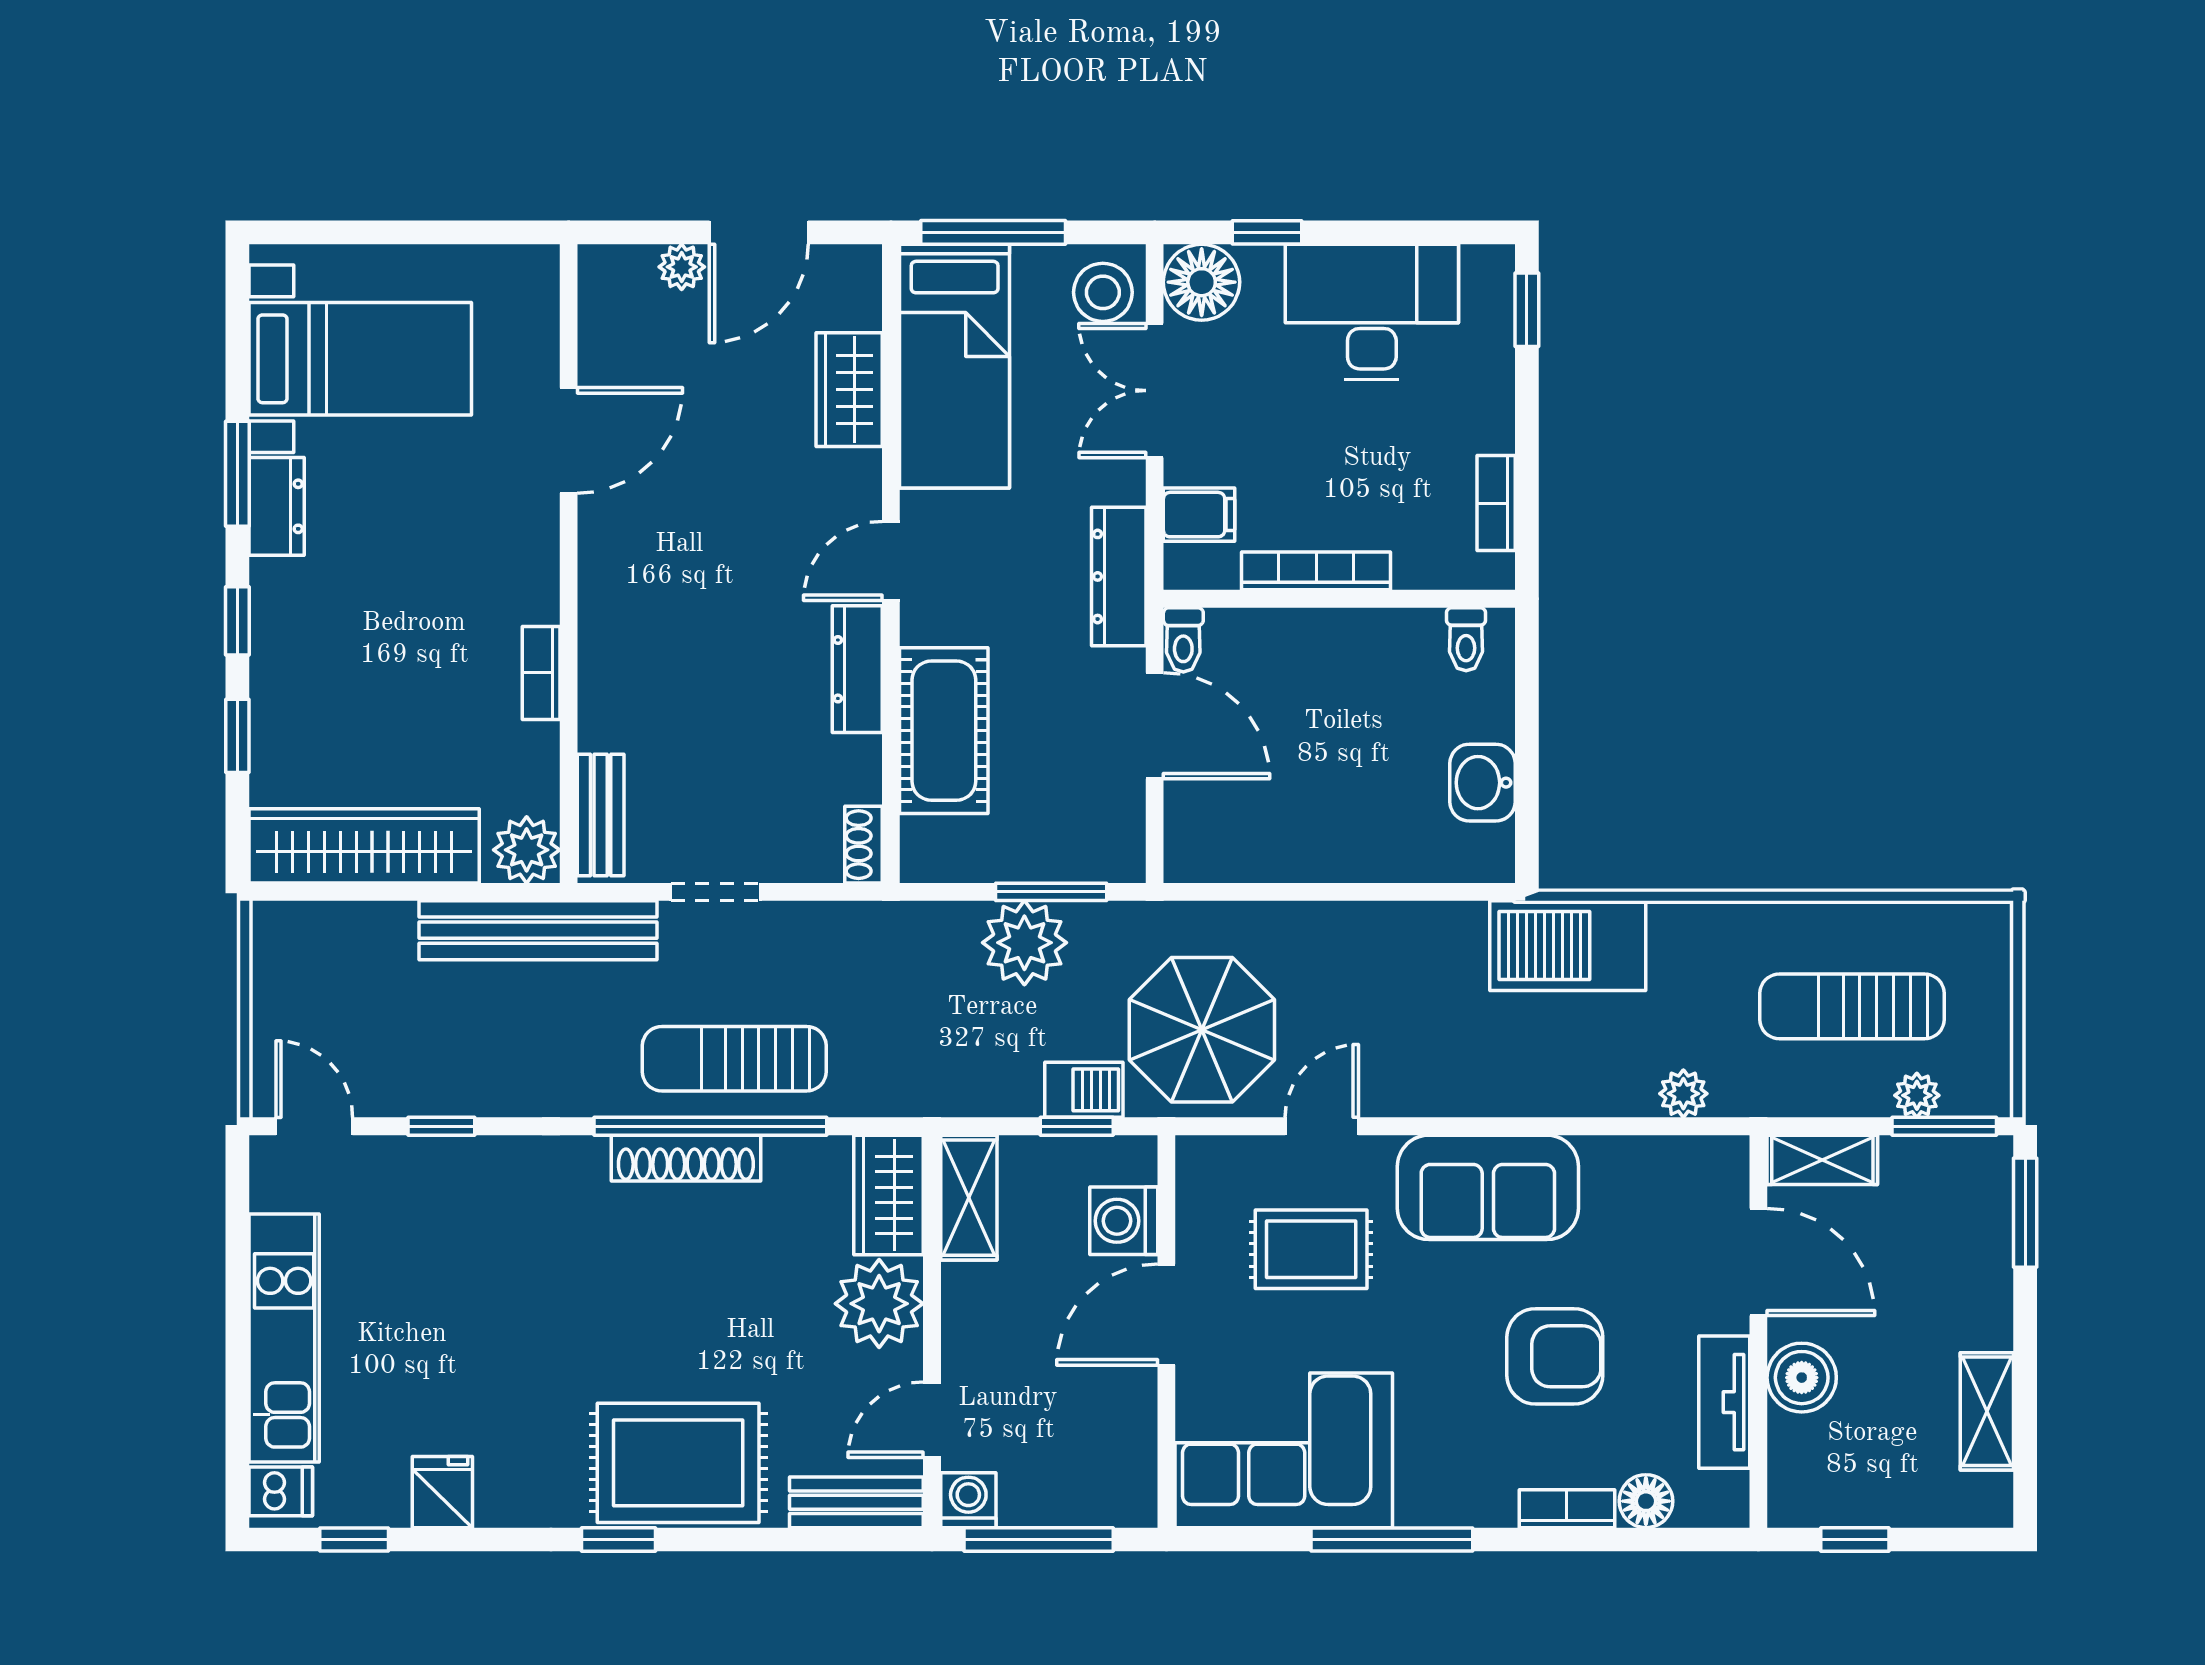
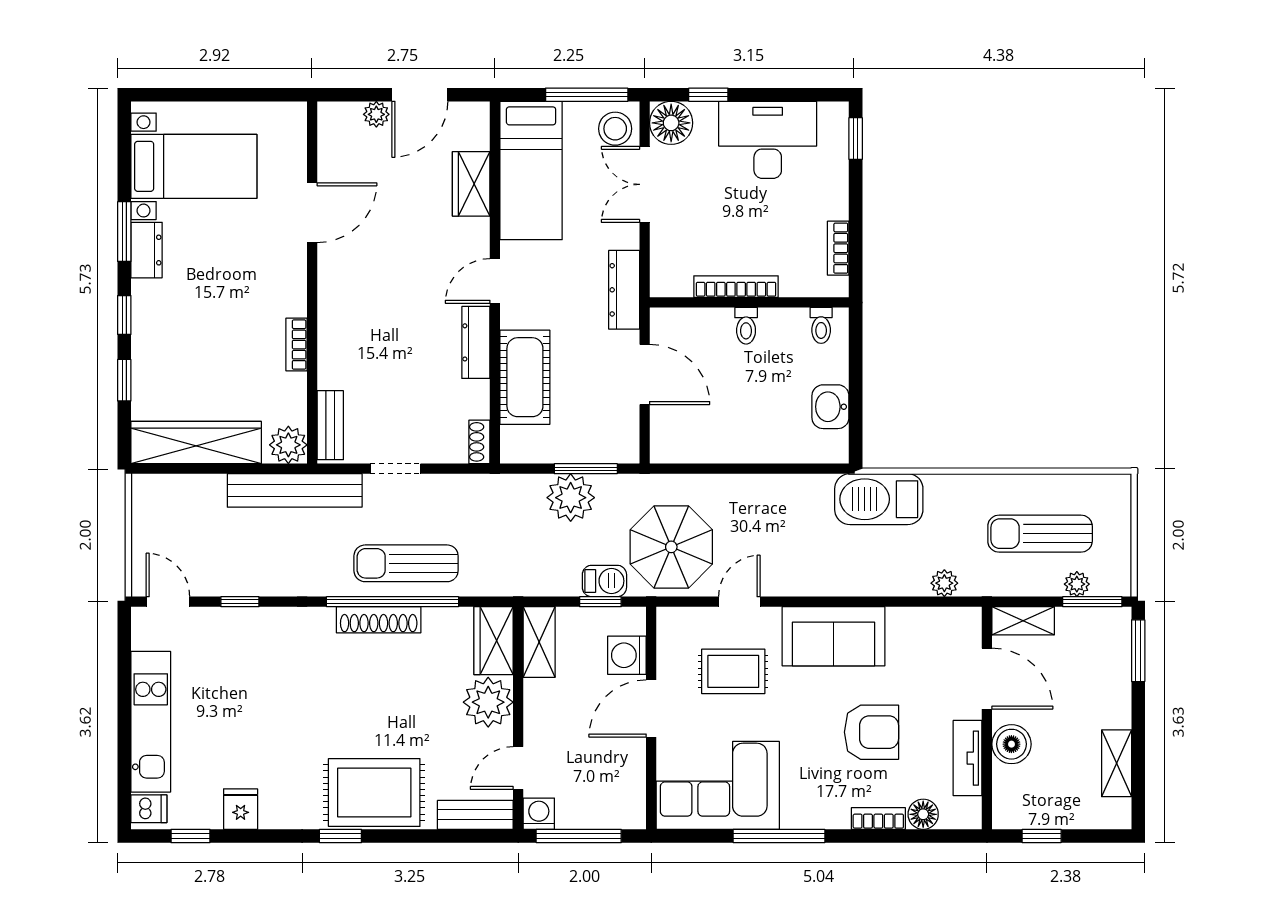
window: (993, 232) -> (587, 95), moved
filing cabinet: (1199, 515) -> (670, 255), removed
toilet: (1183, 640) -> (746, 326), moved

